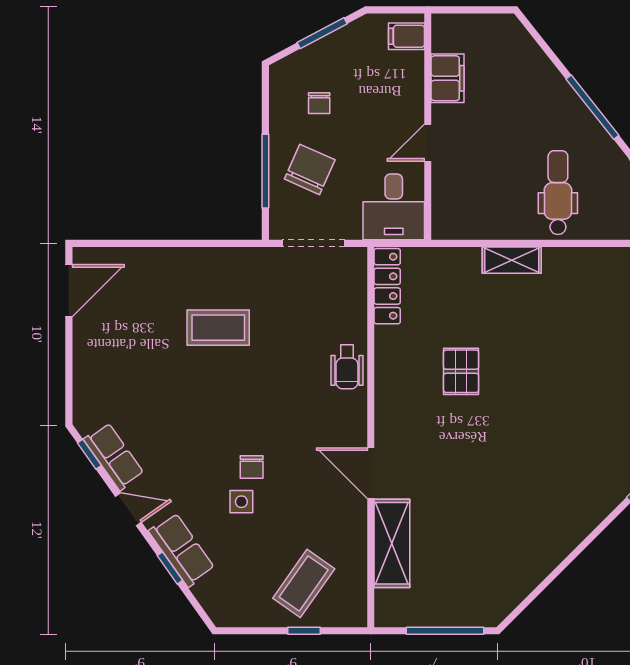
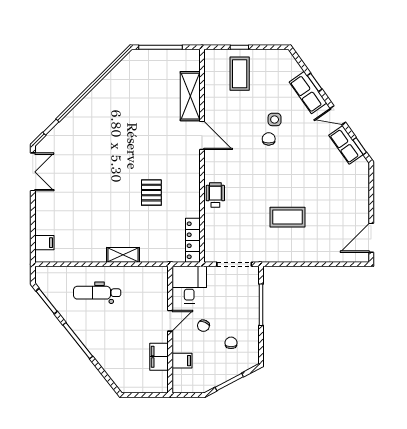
filing cabinet: (406, 36) -> (182, 361), moved
chair: (310, 169) -> (203, 326), moved, width x0.54, depth x0.54
dental chair: (558, 193) -> (97, 293), turned 90
coffee table: (304, 583) -> (240, 74), turned -35

